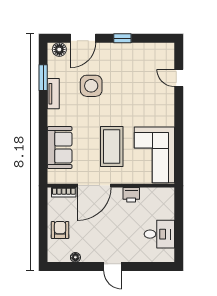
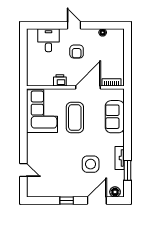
armchair: (60, 230) -> (77, 52), moved
desk: (159, 234) -> (48, 40), moved, turned 90

